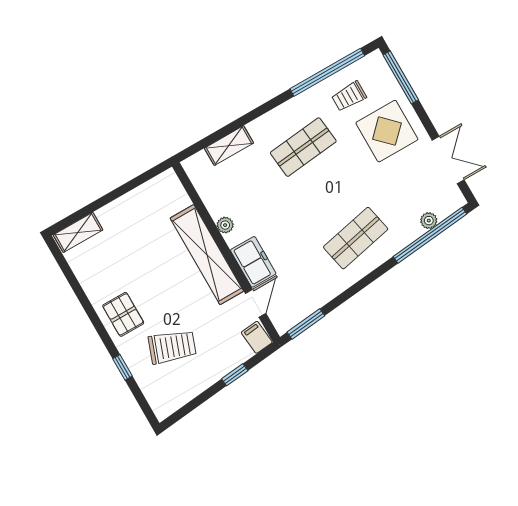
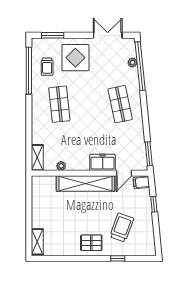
window: (401, 77) -> (53, 35), width x0.69
shelving: (229, 146) -> (37, 158), moved
plant: (225, 225) -> (61, 166), moved
door: (256, 303) -> (124, 173), swing flipped

